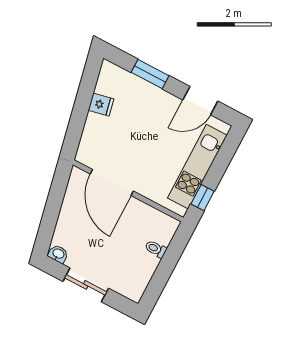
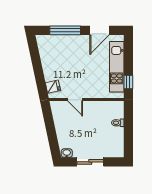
window: (150, 74) -> (65, 30), width x1.44
fridge: (101, 105) -> (53, 87), moved
door: (112, 182) -> (75, 100), width x0.53

